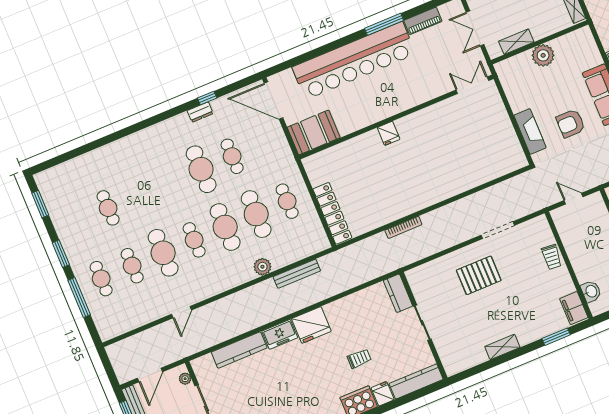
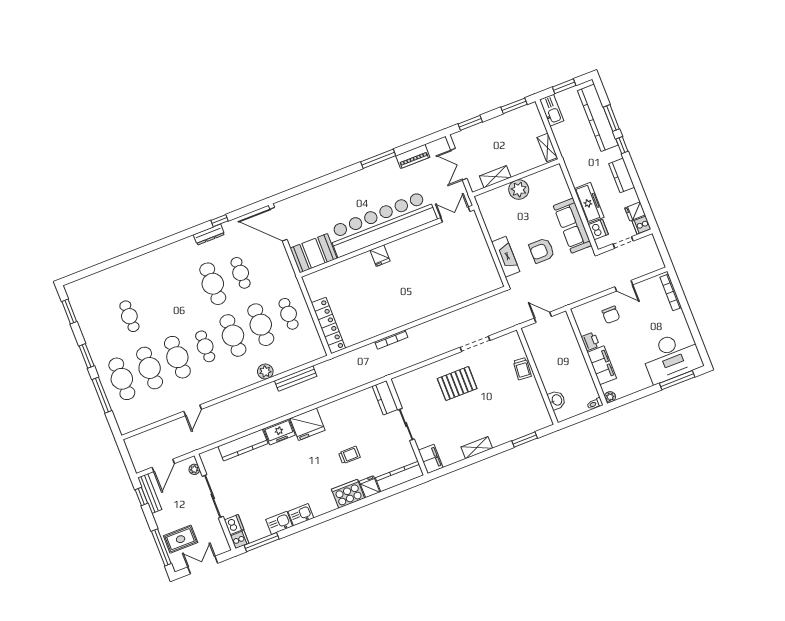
bar counter: (354, 60) -> (382, 224), moved, turned 180
dresser: (200, 112) -> (209, 235), width x1.44
cafe table: (132, 266) -> (150, 368), width x1.37, depth x1.35
cafe table: (101, 279) -> (122, 379), width x1.37, depth x1.35
filing cabinet: (574, 308) -> (431, 459), moved, turned 180

